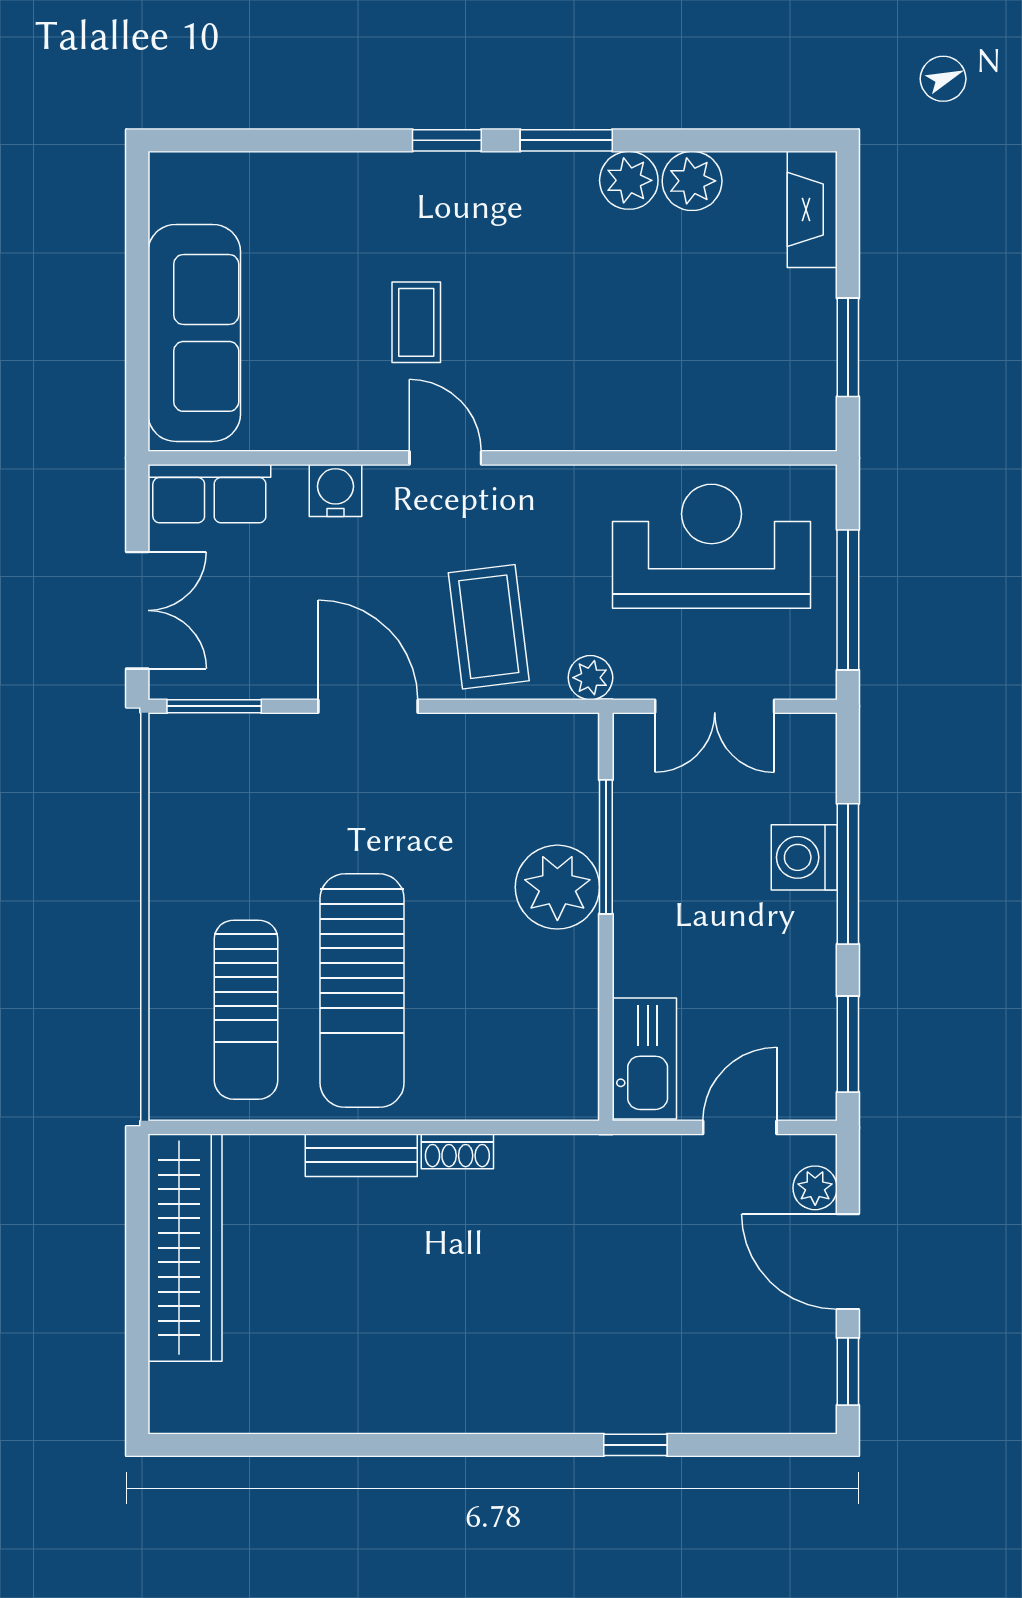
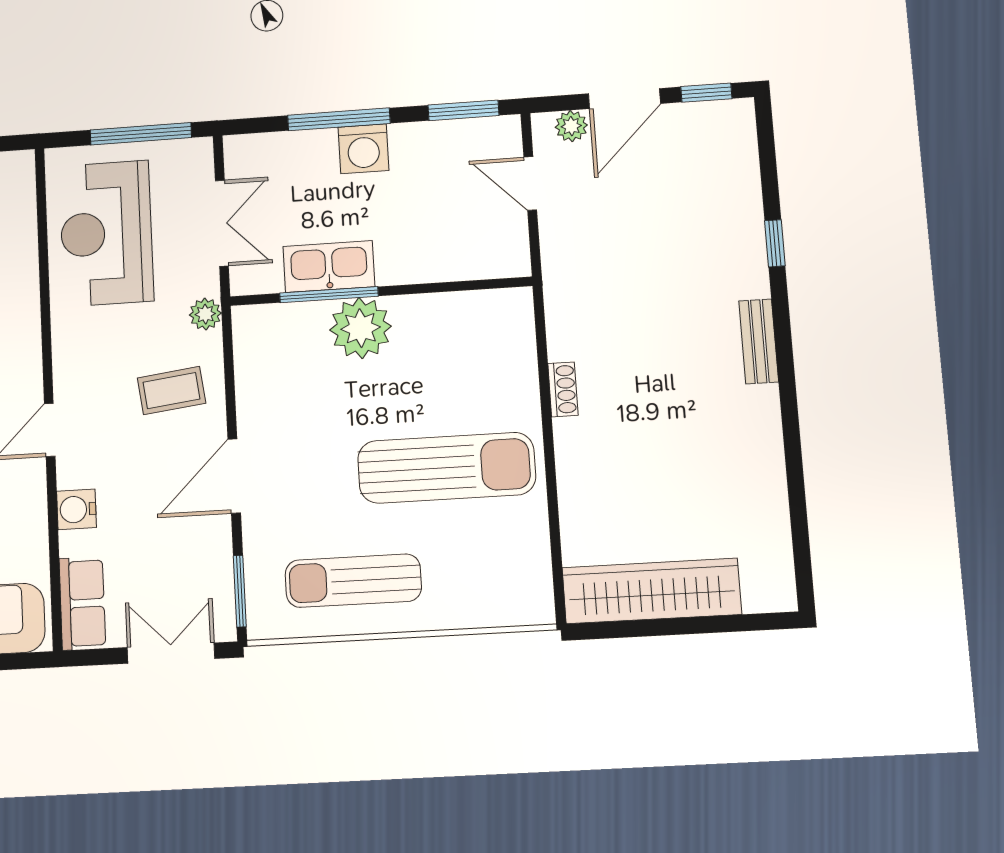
coffee table: (489, 627) -> (171, 391), width x0.73, depth x0.77
washing machine: (804, 857) -> (363, 149), moved
sun lounger: (246, 1010) -> (353, 581), moved, turned 180
kitchen sink: (644, 1059) -> (329, 267), moved
bench: (361, 1155) -> (759, 341), moved

